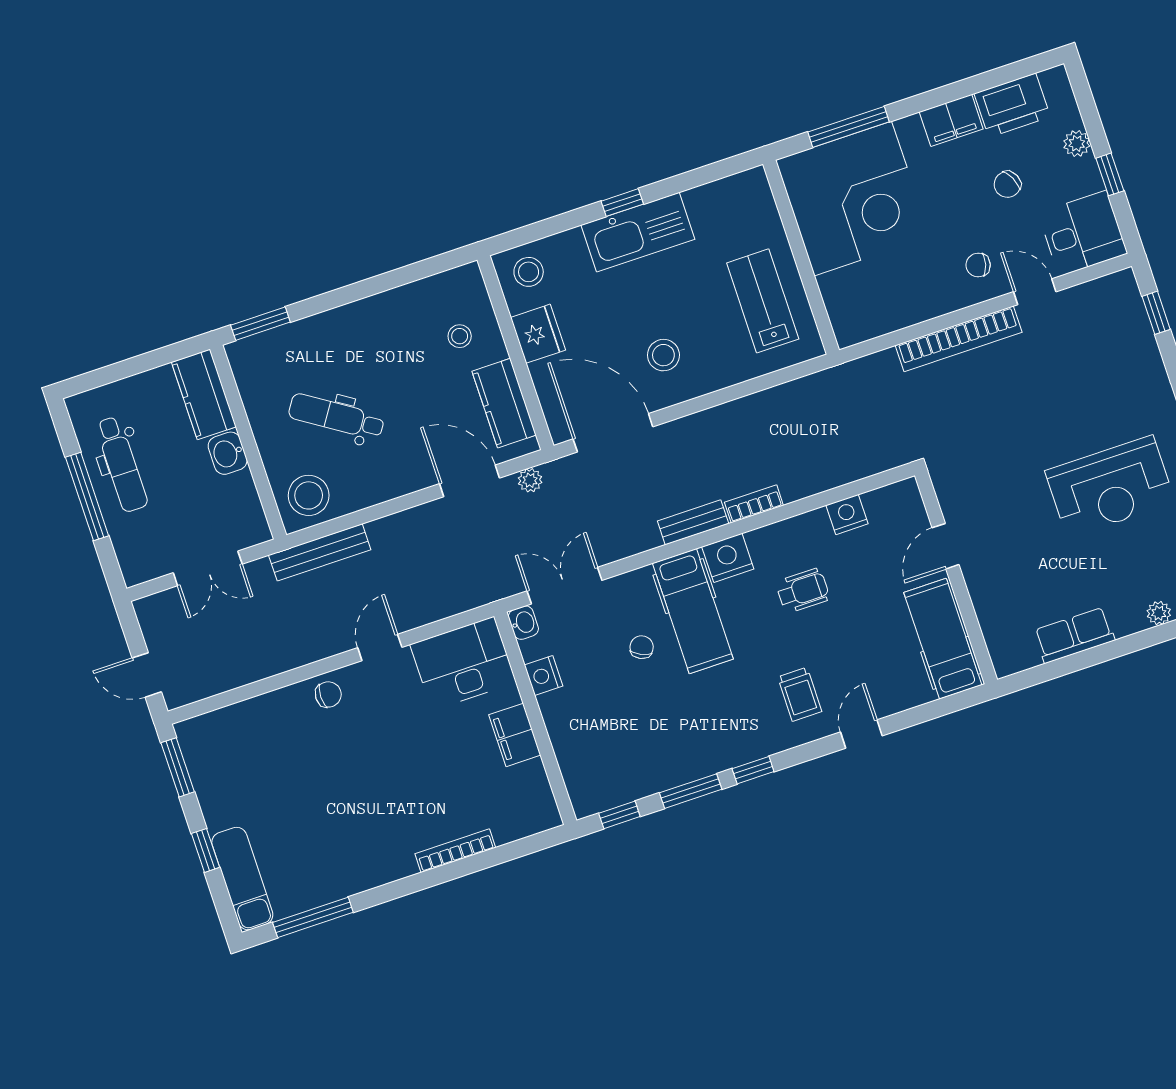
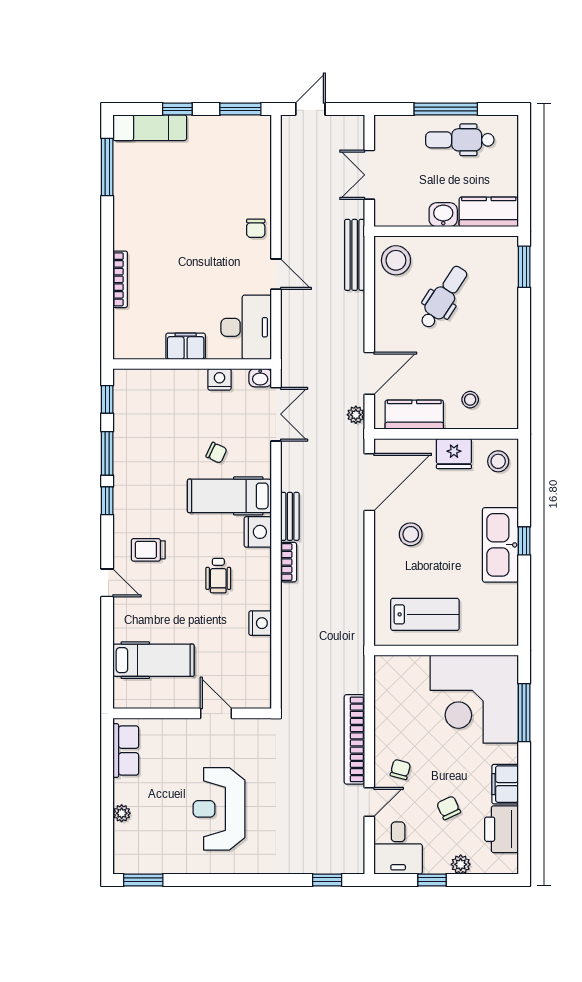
door: (946, 546) -> (216, 713), moved
wall: (956, 578) -> (192, 713), moved

